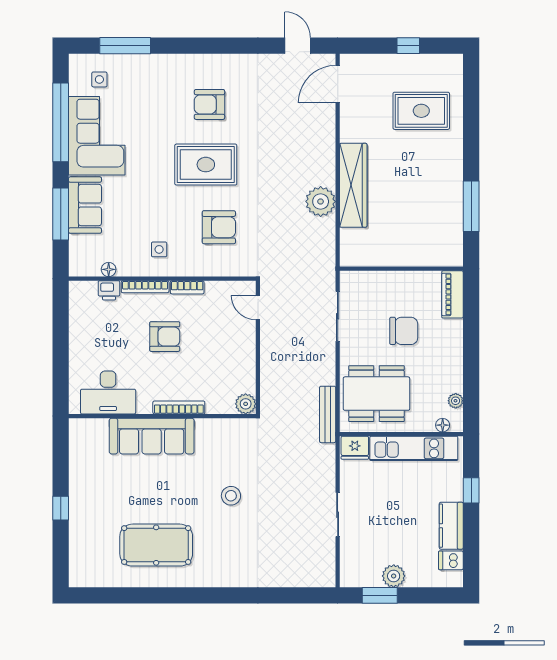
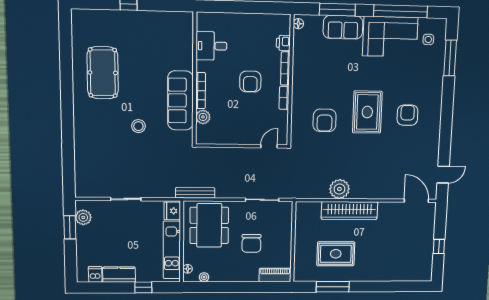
rug: (421, 111) -> (336, 254), moved, turned 90
side table: (159, 249) -> (311, 79), removed
floor lamp: (109, 269) -> (298, 24), moved
desk: (108, 393) -> (211, 46), width x0.73
plant: (246, 404) -> (203, 117), moved
sofa: (152, 436) -> (180, 101), moved
plant: (394, 576) -> (83, 217), moved

